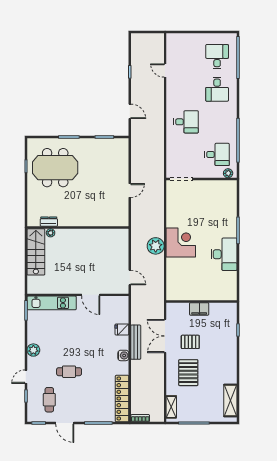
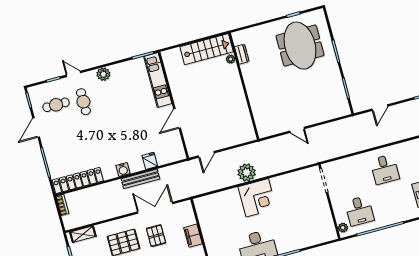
cafe table: (69, 372) -> (83, 102), moved

